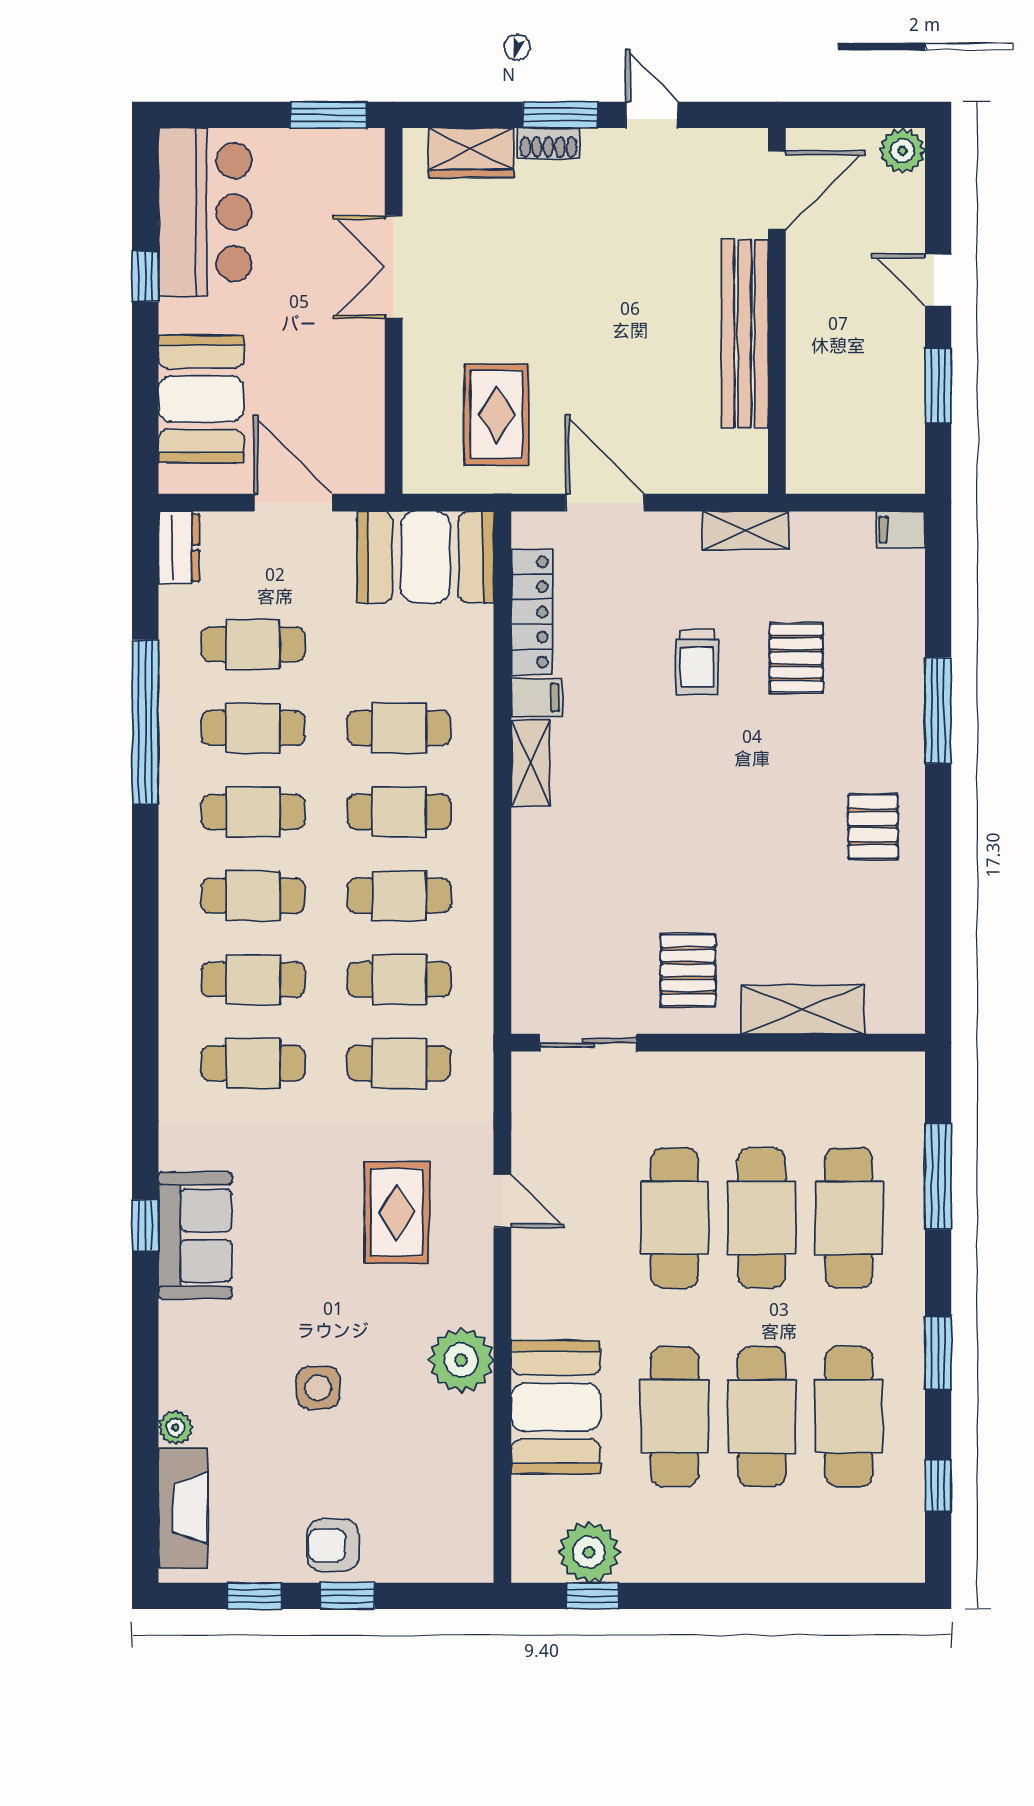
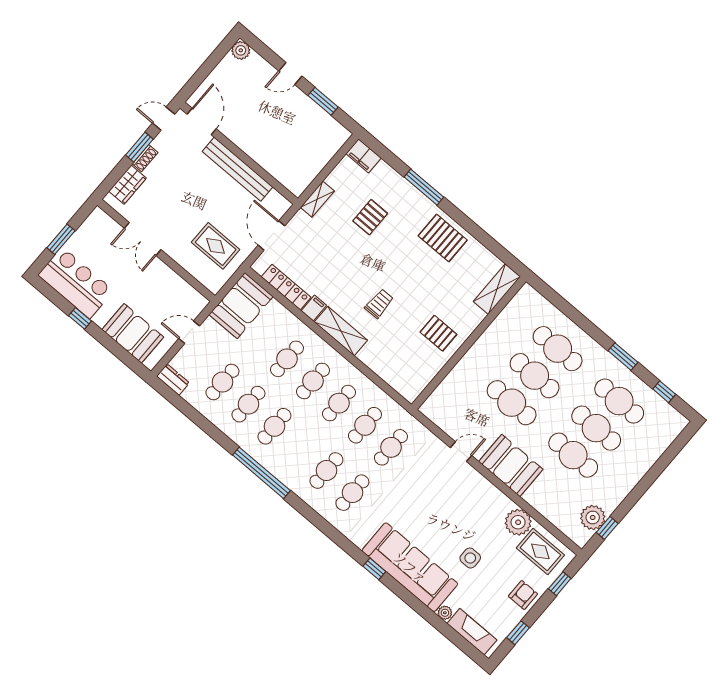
window: (329, 115) -> (61, 239), moved
door: (777, 191) -> (202, 121), moved
wall: (777, 311) -> (239, 153), moved
bench: (745, 334) -> (238, 169), moved
door: (293, 503) -> (189, 332), width x0.73
door: (605, 503) -> (271, 235), hinge flipped
filing cabinet: (901, 530) -> (364, 156), width x2.00
pallet: (796, 658) -> (370, 217), turned 90
trolley: (697, 663) -> (379, 304), moved, turned -90
window: (145, 722) -> (261, 473), moved
shelving: (530, 763) -> (341, 331), width x1.50, depth x1.33
pallet: (873, 827) -> (443, 238), width x1.50, depth x1.42
cafe table: (253, 896) -> (300, 448), removed
shelving: (803, 1009) -> (497, 289), moved
sliding door: (588, 1043) -> (435, 383), removed
window: (938, 1177) -> (568, 310), removed
rug: (397, 1213) -> (540, 551), moved
sofa: (195, 1236) -> (410, 567), width x1.85, depth x1.27
plant: (461, 1360) -> (518, 522), moved
booth: (556, 1407) -> (511, 465), moved
armchair: (333, 1545) -> (523, 595), turned 180
window: (348, 1596) -> (560, 584), moved

